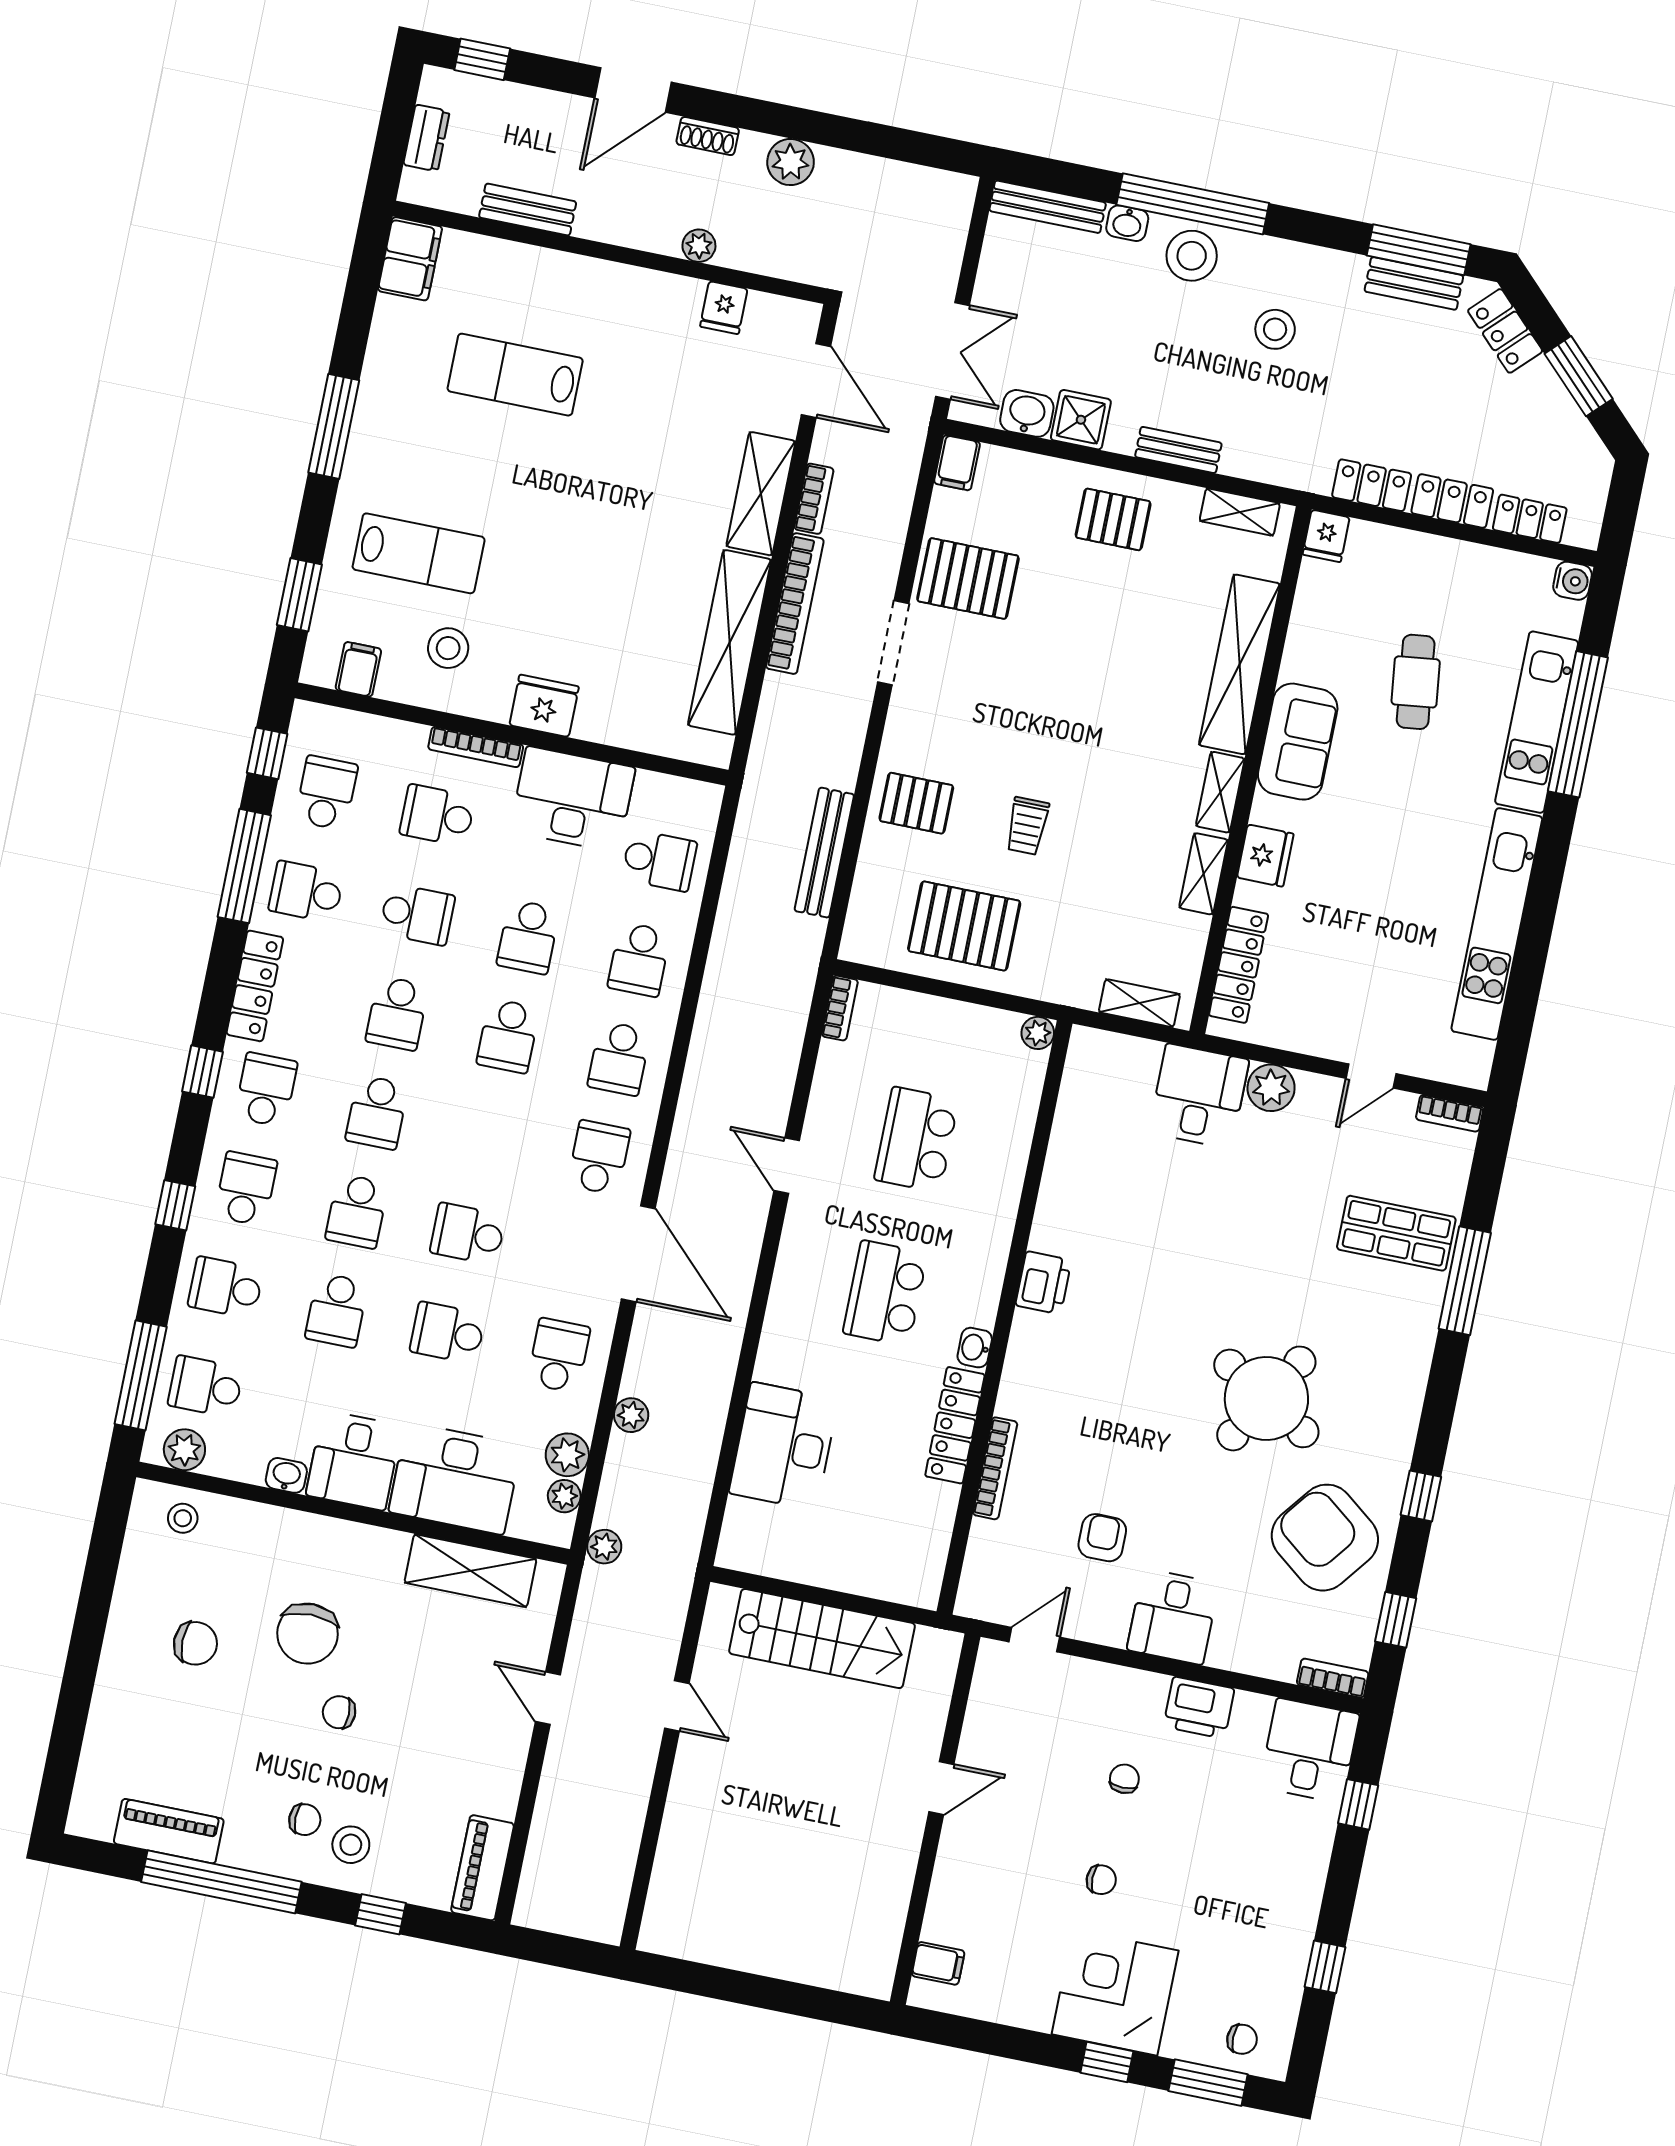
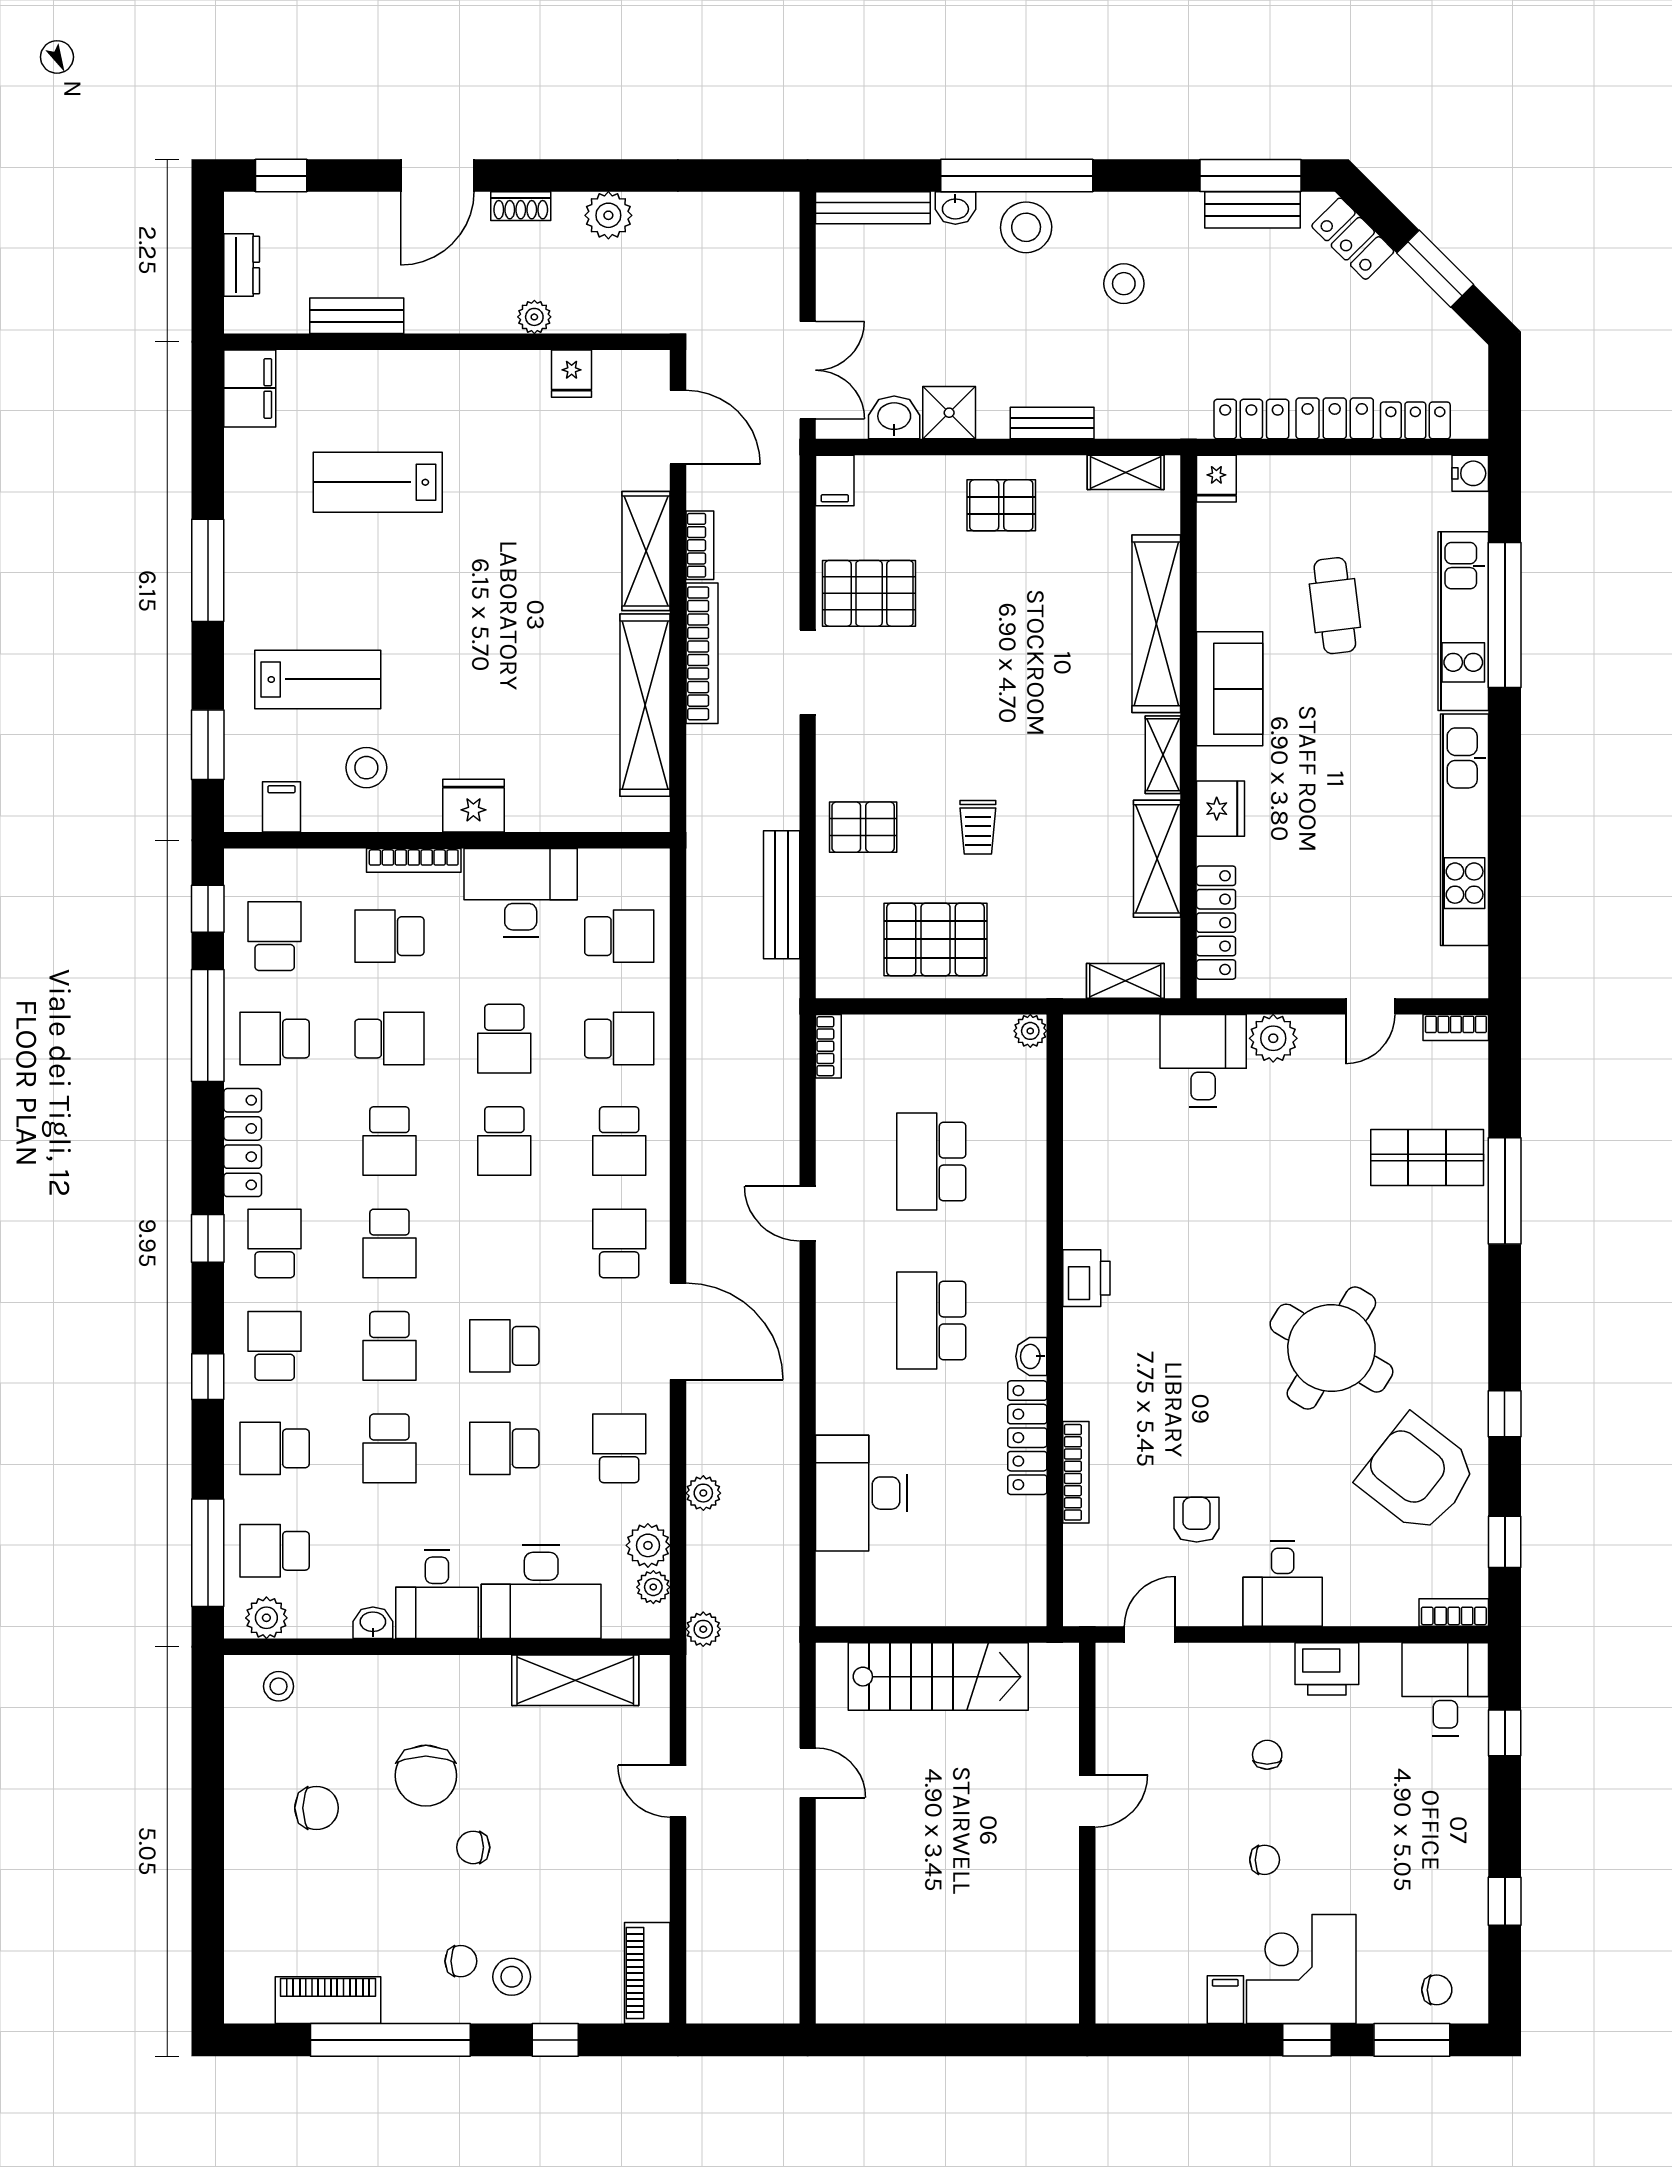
shelving: (1204, 874) -> (1157, 859), width x1.50, depth x1.33
school desk: (639, 960) -> (619, 1039), turned -90
filing cabinet: (938, 1963) -> (1225, 2000), moved, turned -90

